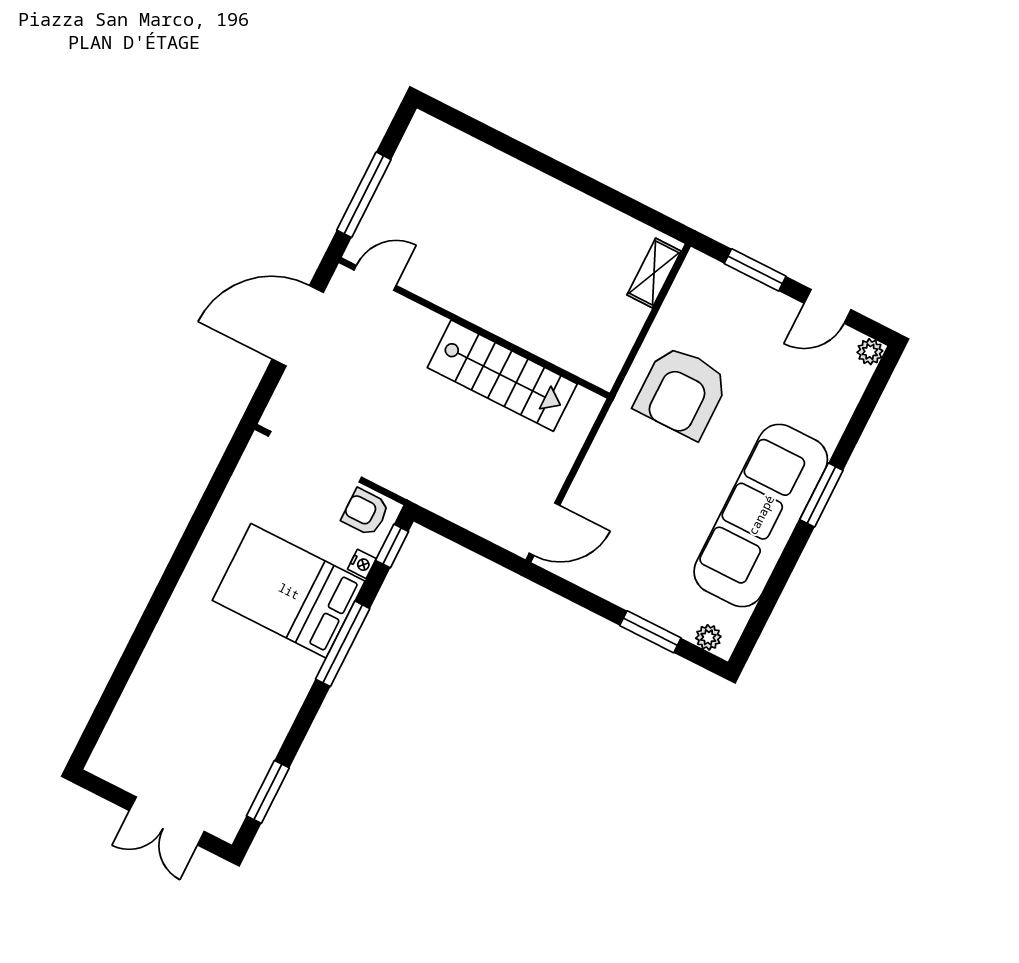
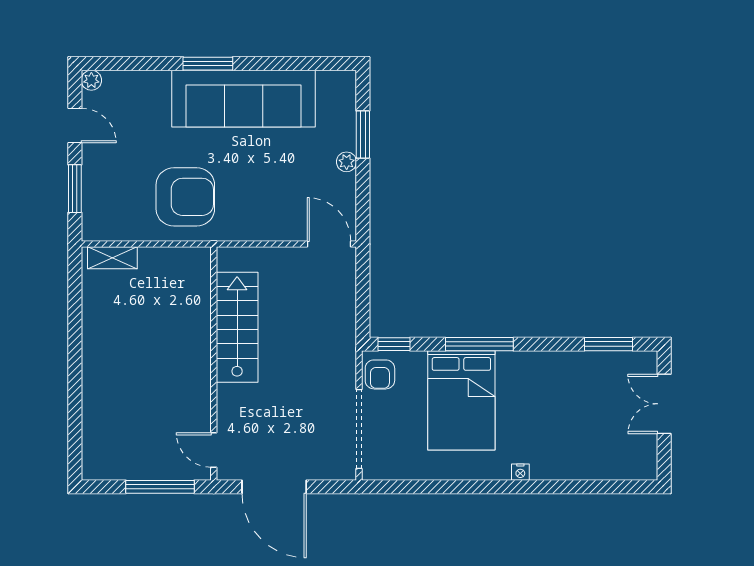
nightstand: (362, 564) -> (520, 472), moved, turned 180
plant: (708, 637) -> (347, 162), moved
double door: (167, 821) -> (664, 404), swing flipped

